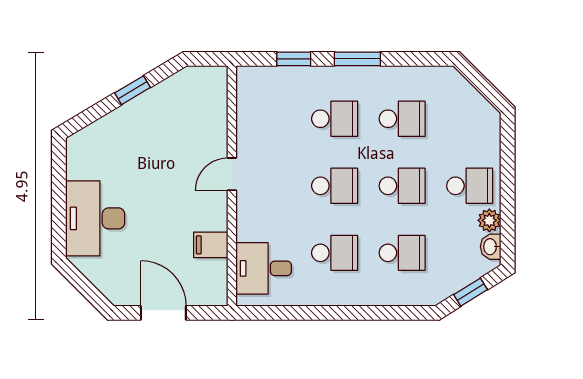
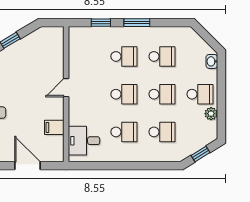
washbasin: (491, 247) -> (212, 61), moved

